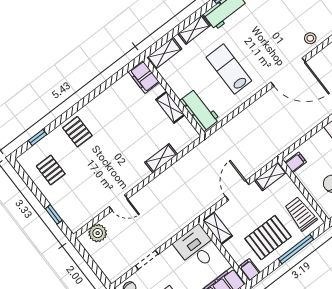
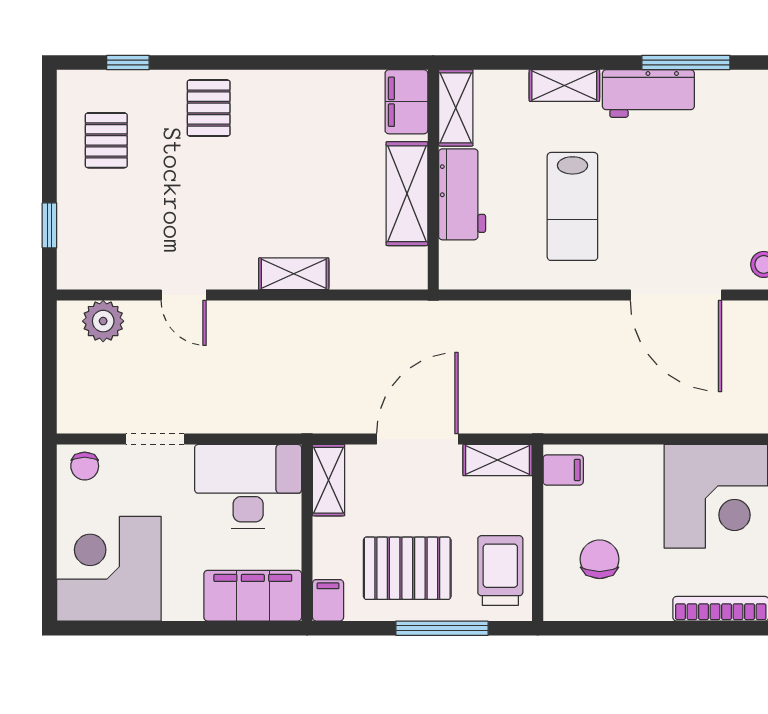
shelving: (164, 53) -> (456, 108), moved, turned 90
lab bench: (229, 69) -> (572, 206), turned 180
shelving: (170, 107) -> (407, 194), width x1.50, depth x1.33
workbench: (200, 110) -> (462, 194), moved
shelving: (161, 158) -> (294, 274), moved
door: (237, 190) -> (417, 439), width x1.36
desk: (197, 248) -> (248, 487), width x1.37

